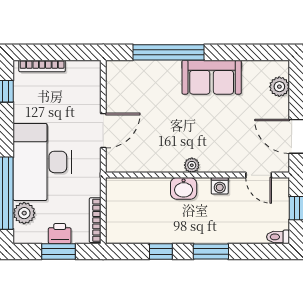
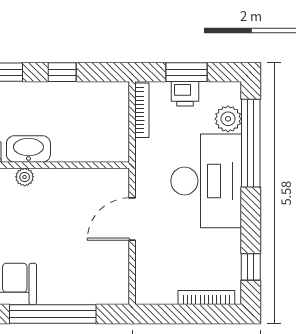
washbasin: (184, 188) -> (28, 149), width x1.38

